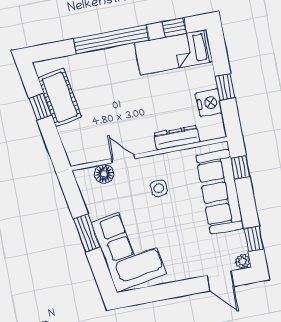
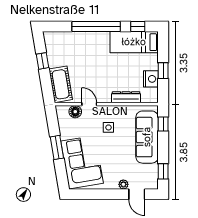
cot: (60, 97) -> (61, 84), moved
plant: (243, 261) -> (123, 184), moved

